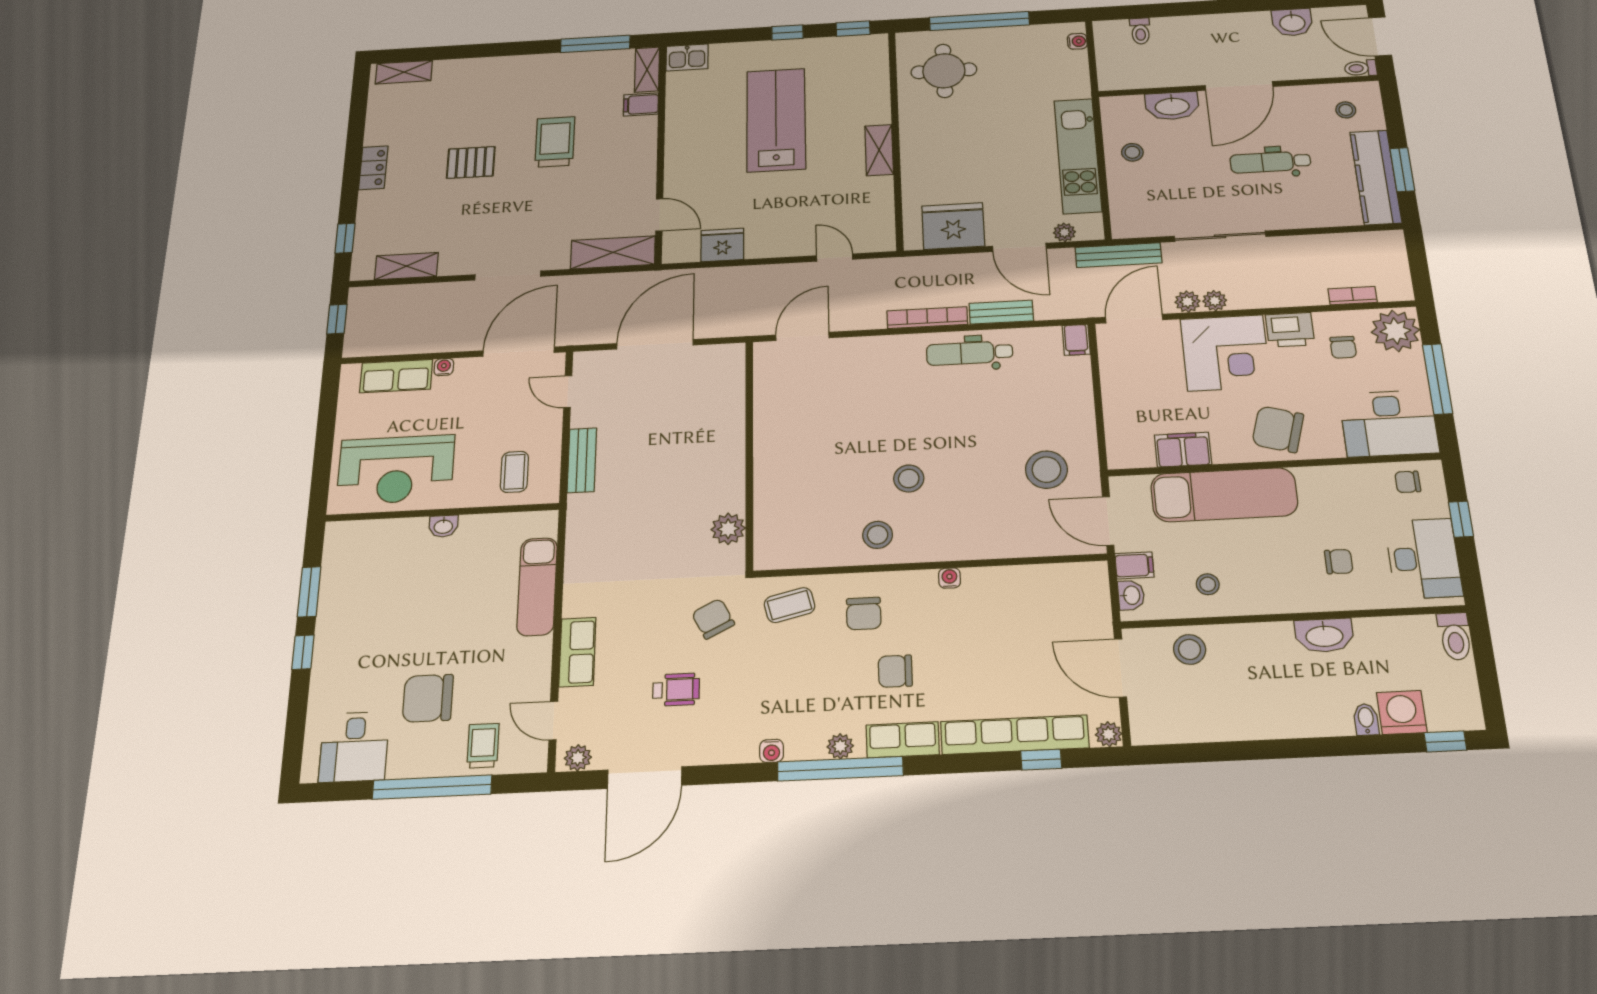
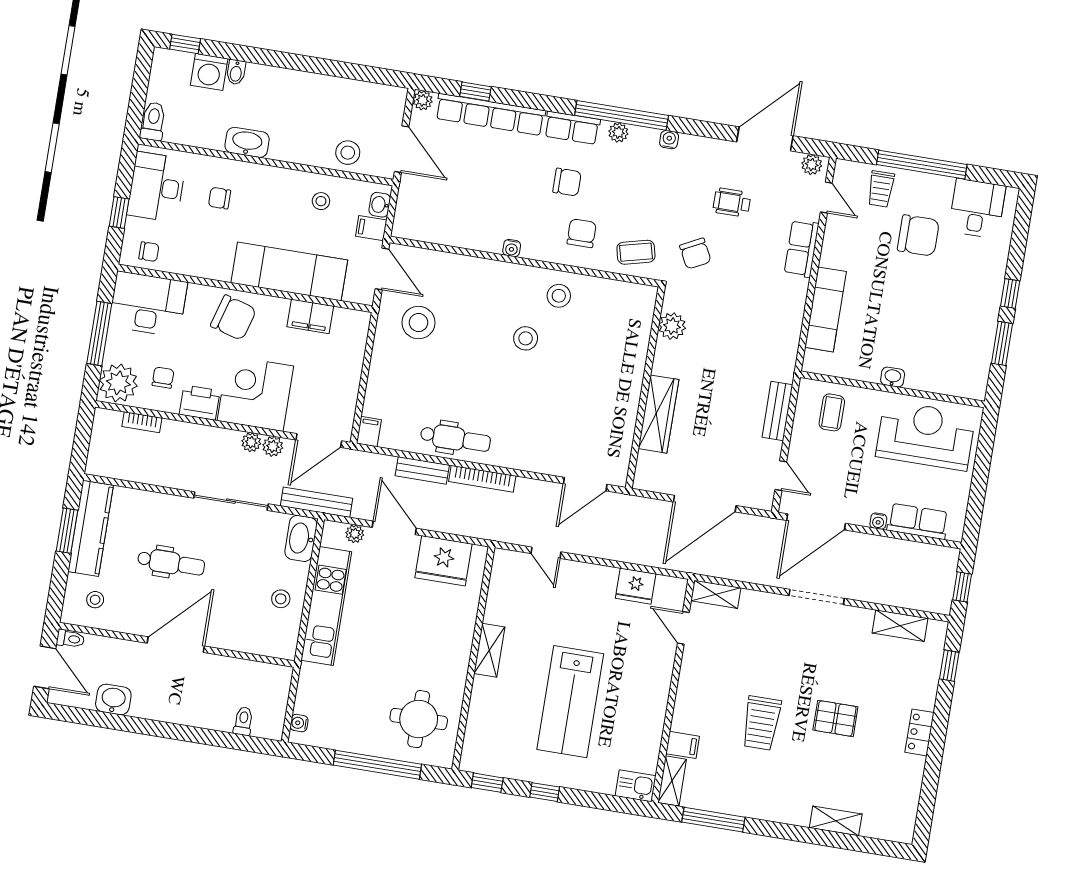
shelving: (404, 72) -> (836, 821), moved
washbasin: (1172, 106) -> (301, 538), moved, turned -90
shelving: (613, 252) -> (716, 594), width x0.67, depth x0.75
wardrobe: (728, 428) -> (658, 414), added

